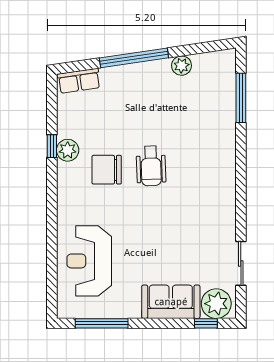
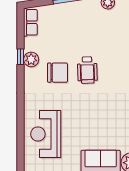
row of seats: (79, 81) -> (30, 22), moved, turned -82
chair: (107, 170) -> (57, 73), turned 180

